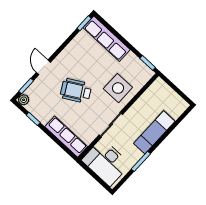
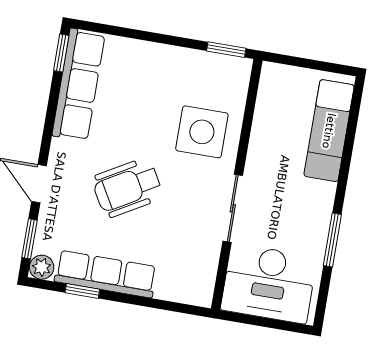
row of seats: (107, 39) -> (79, 85), moved, turned -90
exam couch: (154, 132) -> (329, 131), moved
row of seats: (66, 137) -> (106, 274), moved

